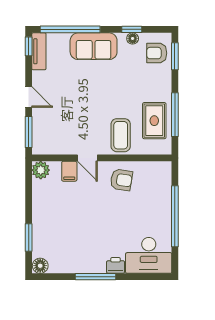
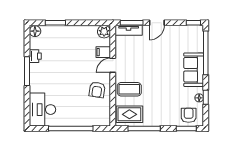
tv unit: (39, 51) -> (129, 30), moved
rug: (154, 121) -> (129, 114), moved
printer: (116, 265) -> (35, 56), moved

